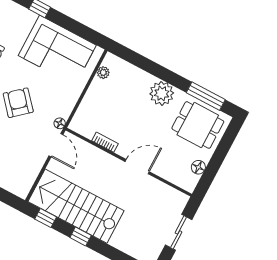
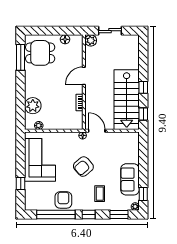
plant: (162, 93) -> (33, 106), moved
dining table: (198, 125) -> (40, 53), turned 90
door: (56, 145) -> (97, 131), hinge flipped
door: (137, 167) -> (84, 76), hinge flipped
plant: (179, 200) -> (91, 40), added

